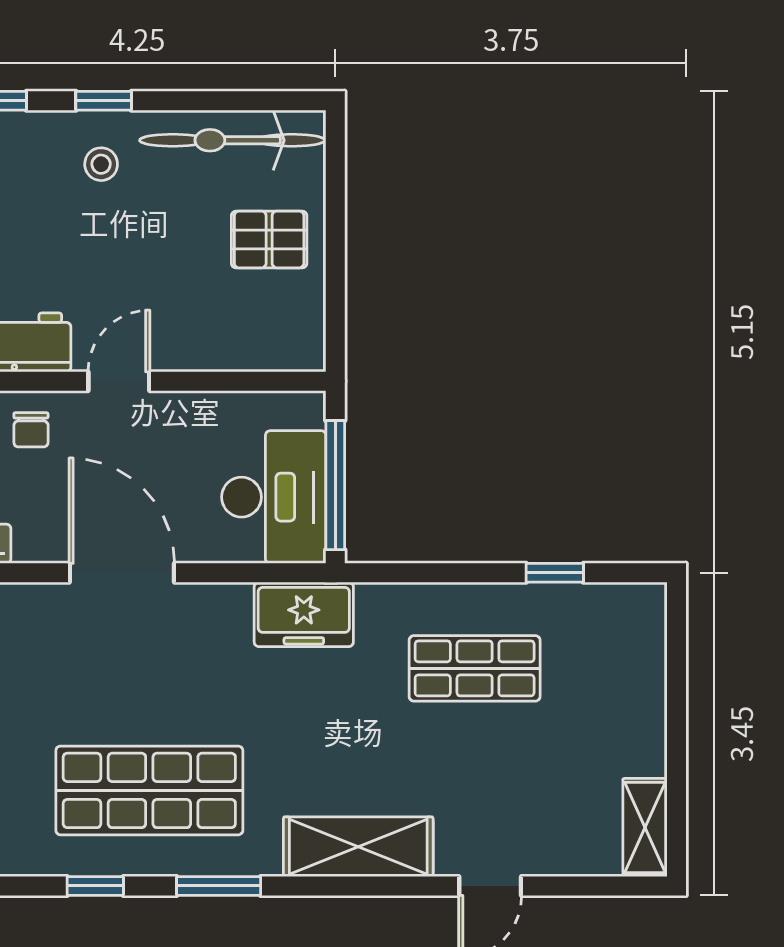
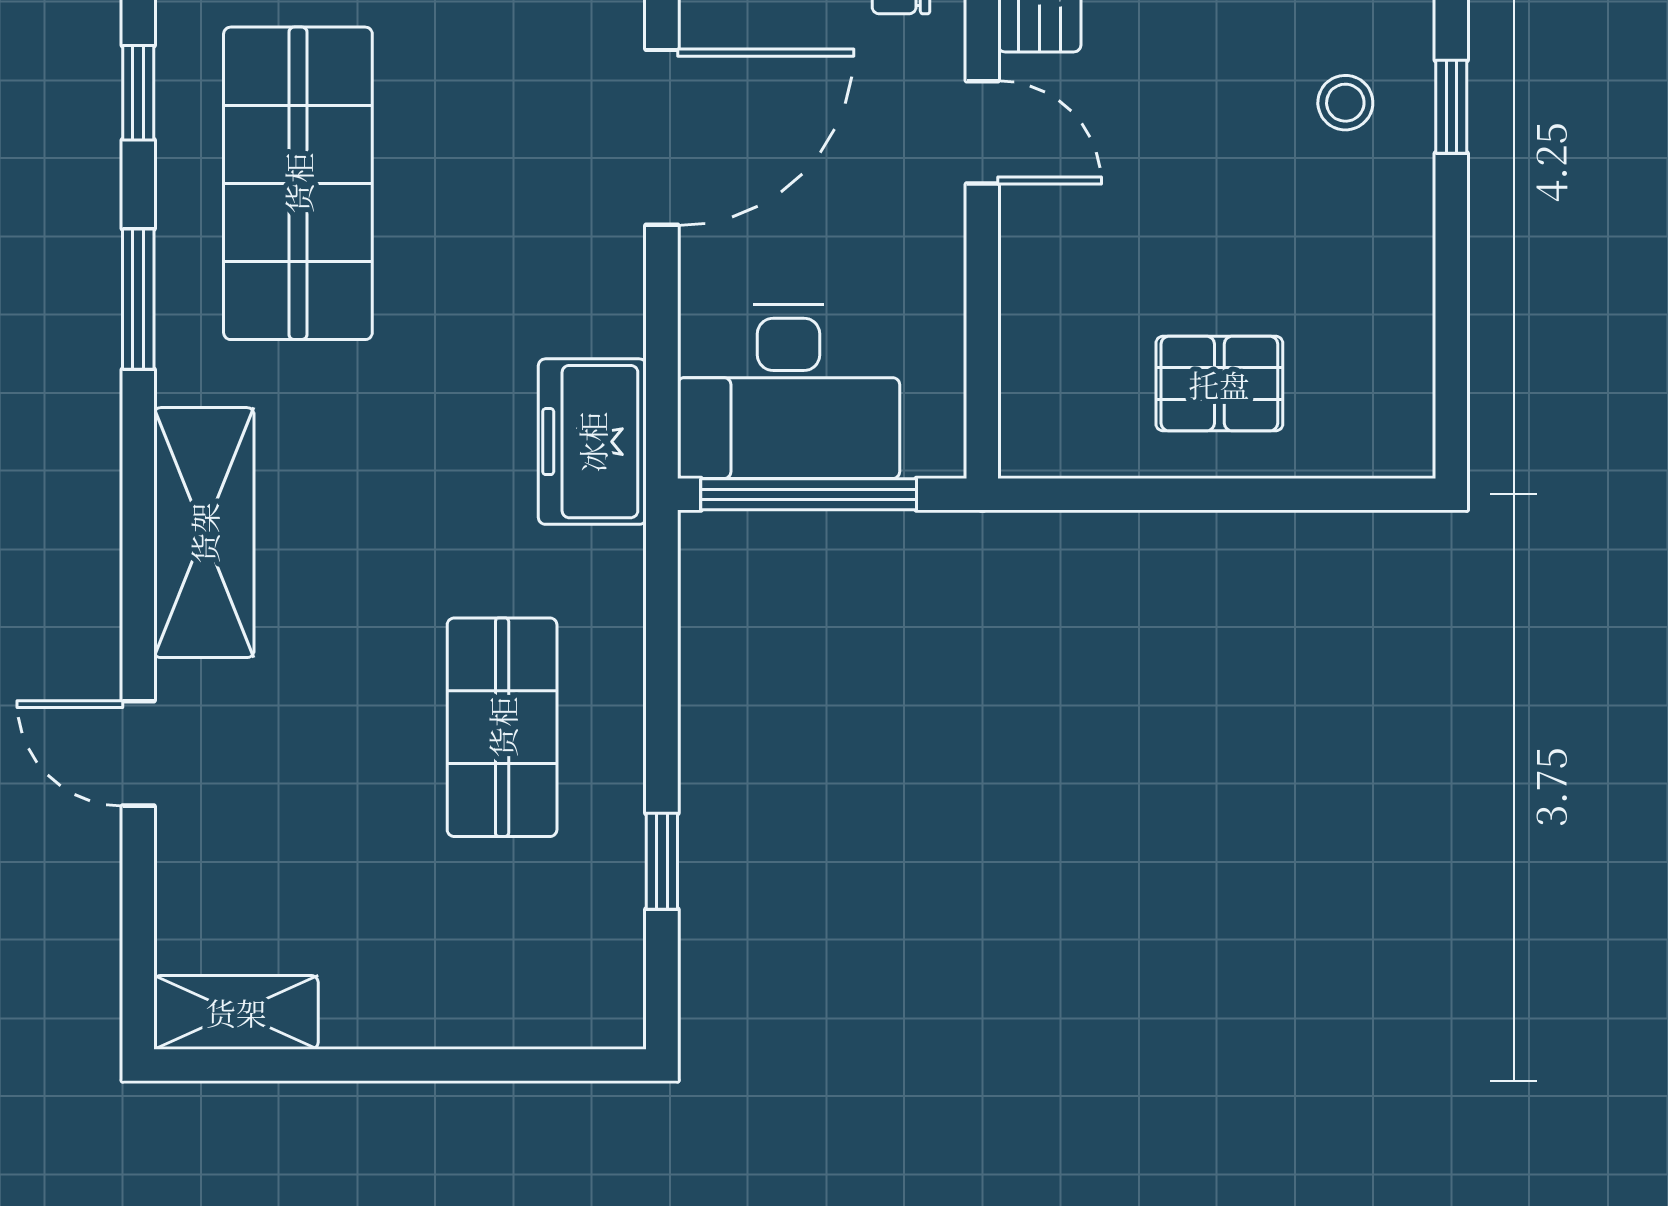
bicycle: (232, 140) -> (1385, 322), removed
pallet: (269, 239) -> (1219, 384), turned 90

